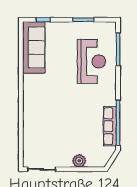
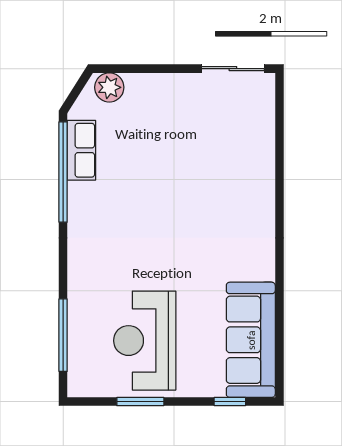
reception desk: (91, 61) -> (145, 341), moved
row of seats: (110, 126) -> (81, 150), width x0.68
plant: (79, 161) -> (109, 87), moved

